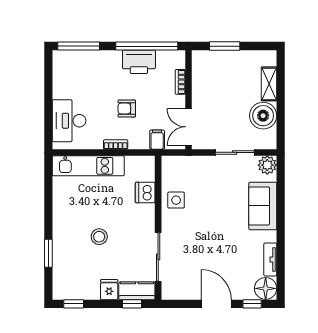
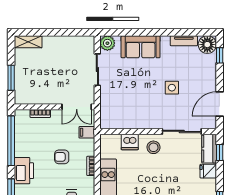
printer: (139, 62) -> (24, 171), moved
shelving: (269, 84) -> (28, 42), moved
armchair: (127, 109) -> (62, 157), turned 90
boiler: (263, 116) -> (68, 47), removed
side table: (176, 200) -> (172, 88), moved
stool: (99, 237) -> (153, 147), moved
door: (216, 304) -> (220, 104), moved

